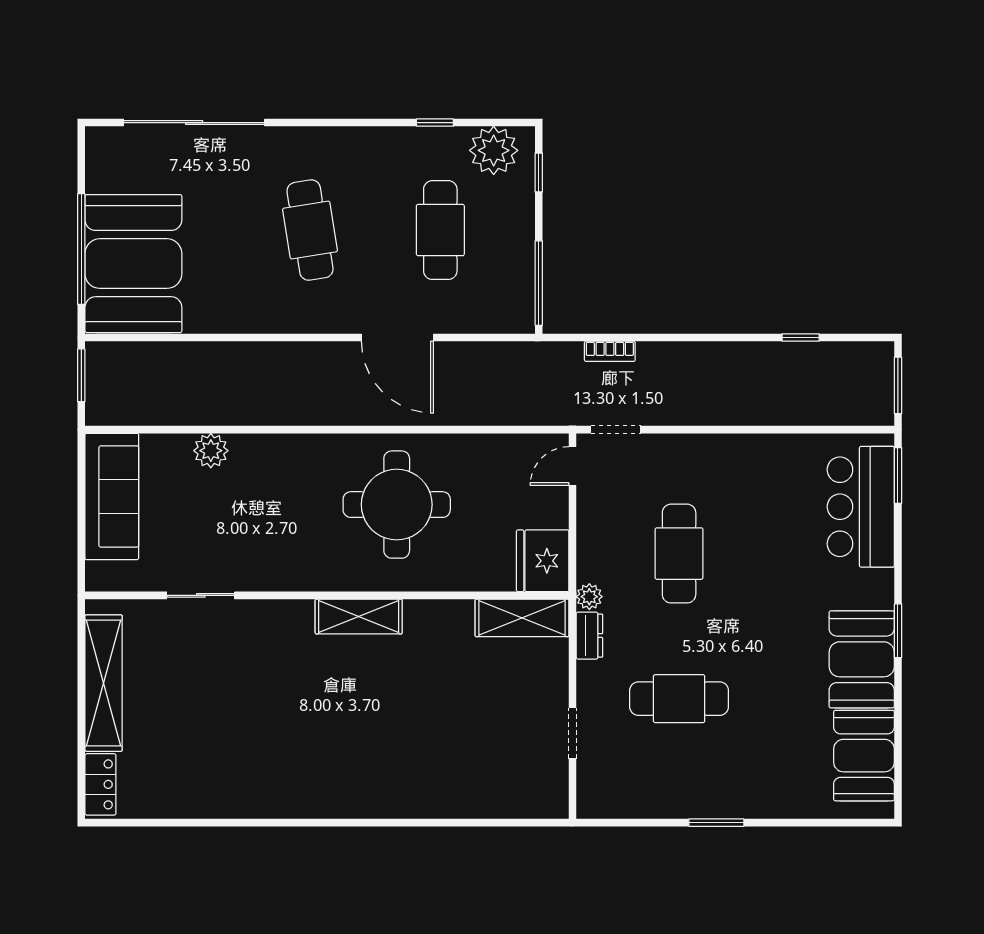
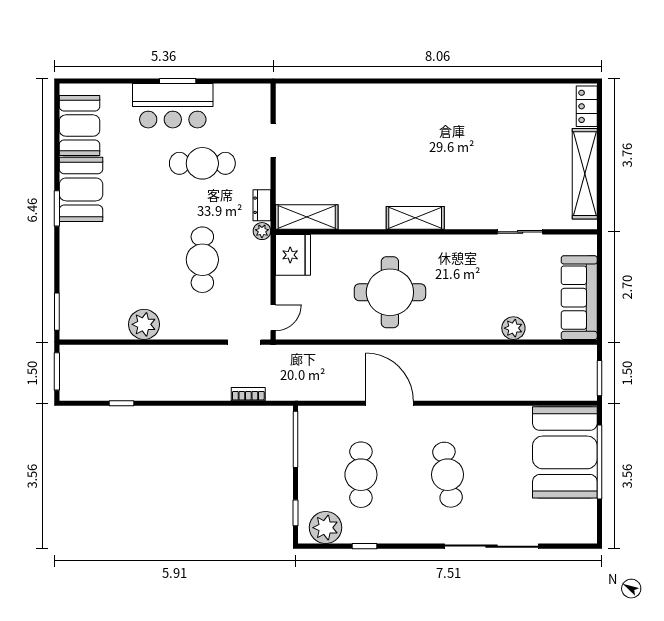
sliding door: (194, 123) -> (491, 546), moved
plant: (767, 456) -> (144, 324), added
bar counter: (861, 507) -> (173, 106), moved, turned 90

